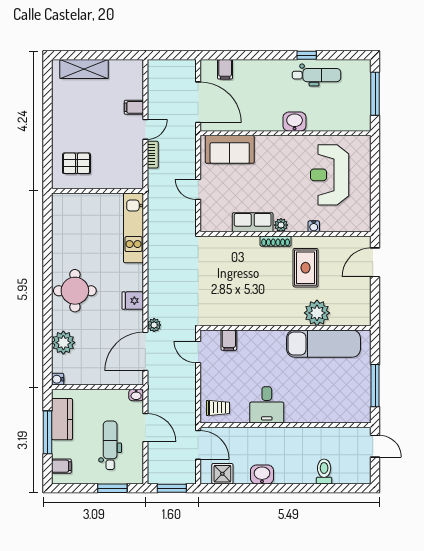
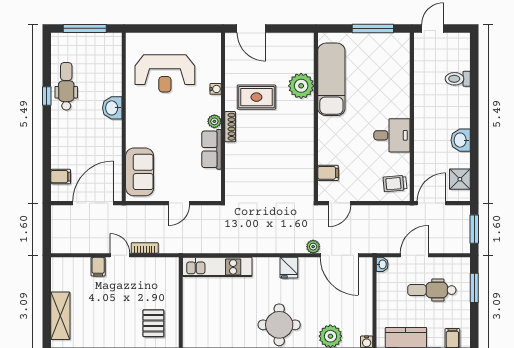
trolley: (218, 408) -> (395, 184), turned -95

